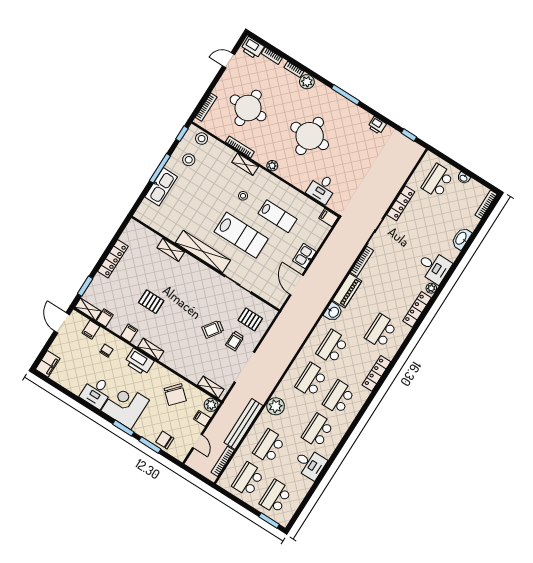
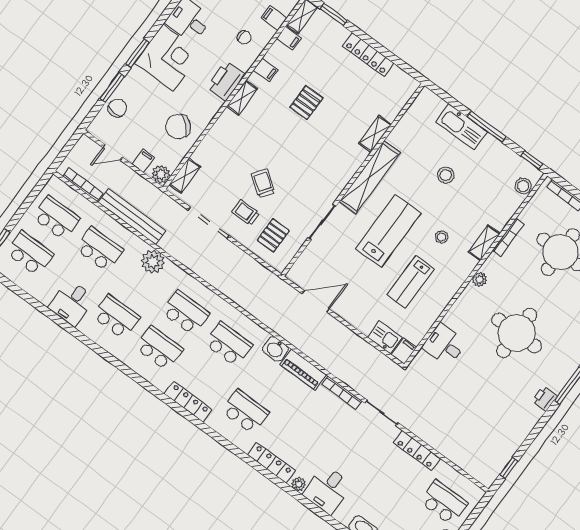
printer: (377, 125) -> (544, 399), moved
stool: (189, 160) -> (446, 175), moved
lab bench: (241, 235) -> (388, 231), turned 180
kitchen sink: (304, 256) -> (385, 337), moved

